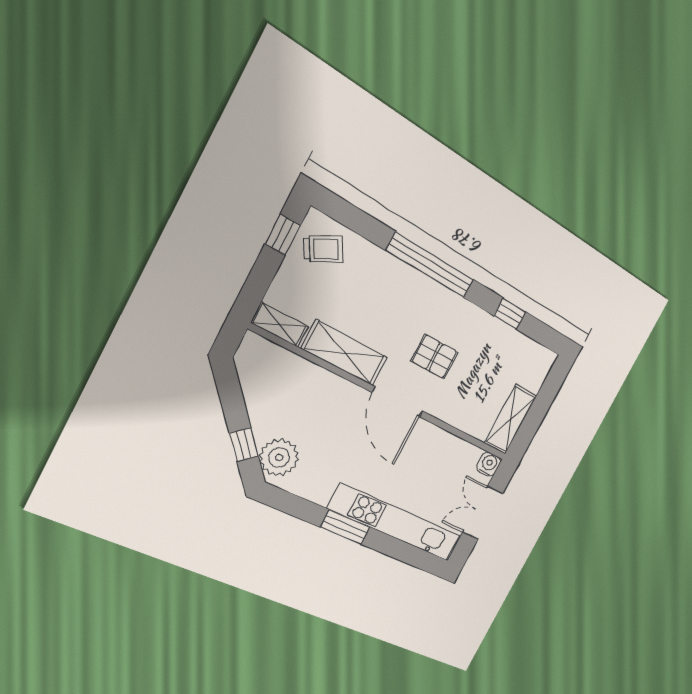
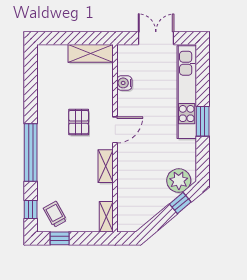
window: (510, 314) -> (31, 210), moved
shelving: (345, 353) -> (106, 166), width x0.67, depth x0.75
door: (398, 402) -> (115, 130), width x0.73
water cooler: (489, 464) -> (124, 83), moved
double door: (483, 513) -> (156, 38), swing flipped

